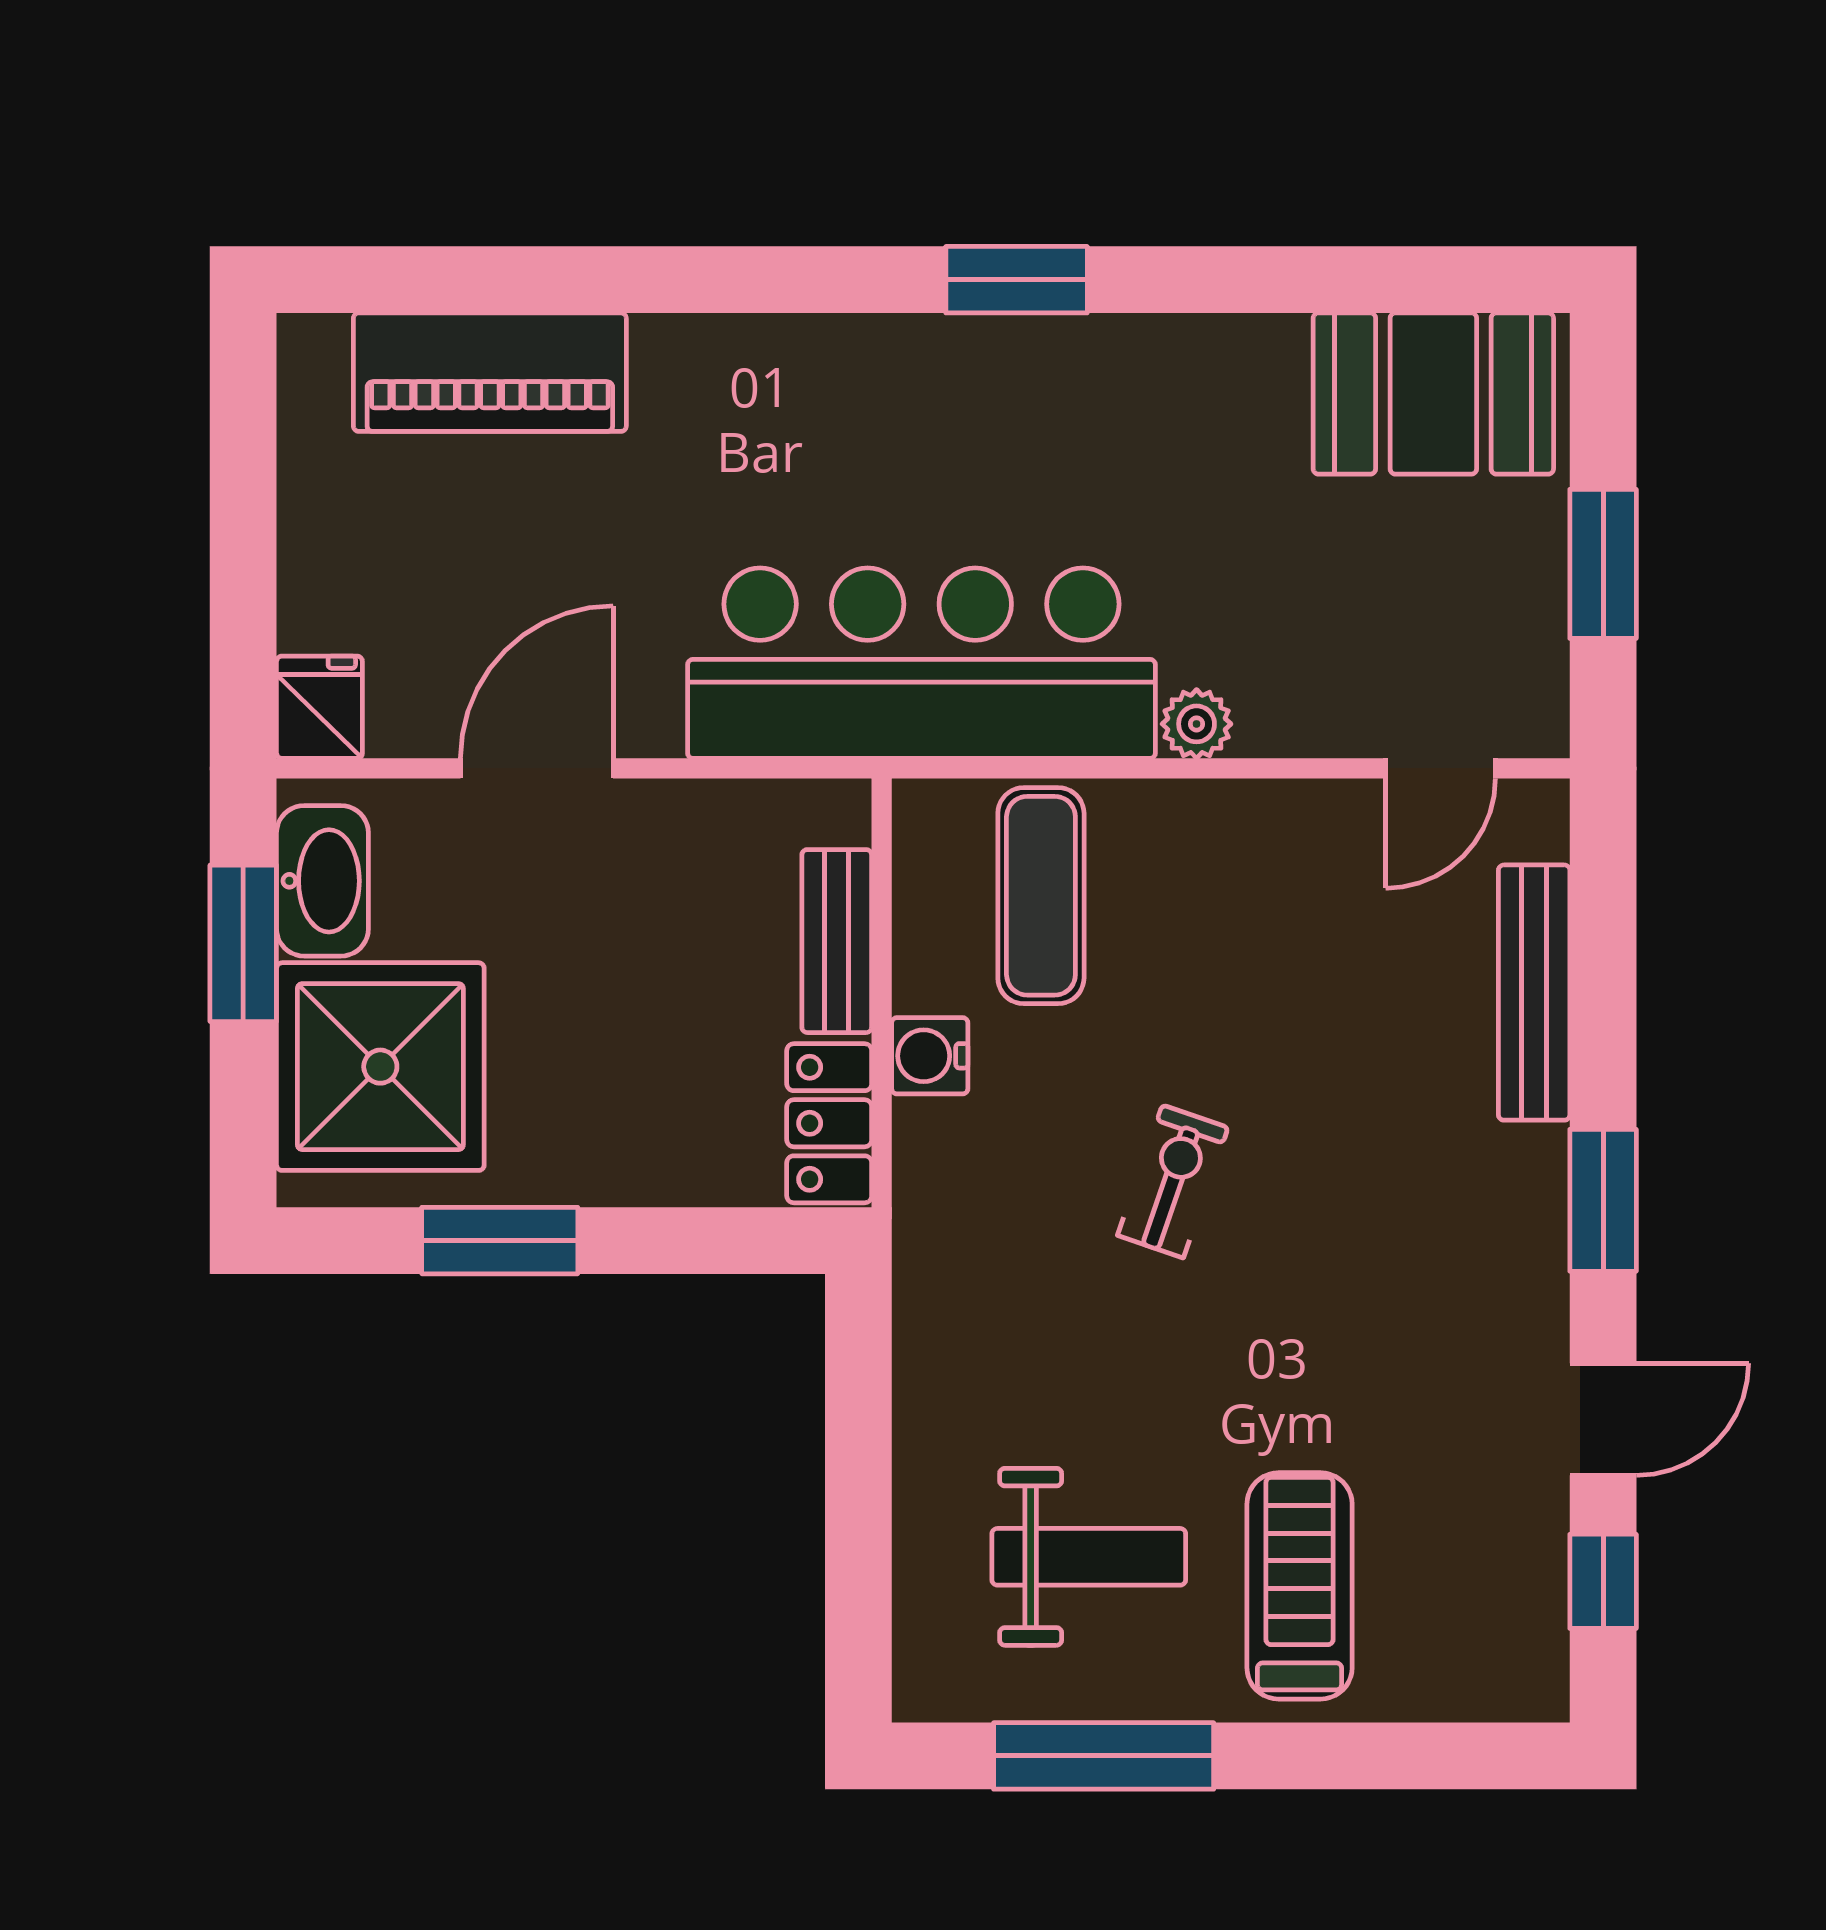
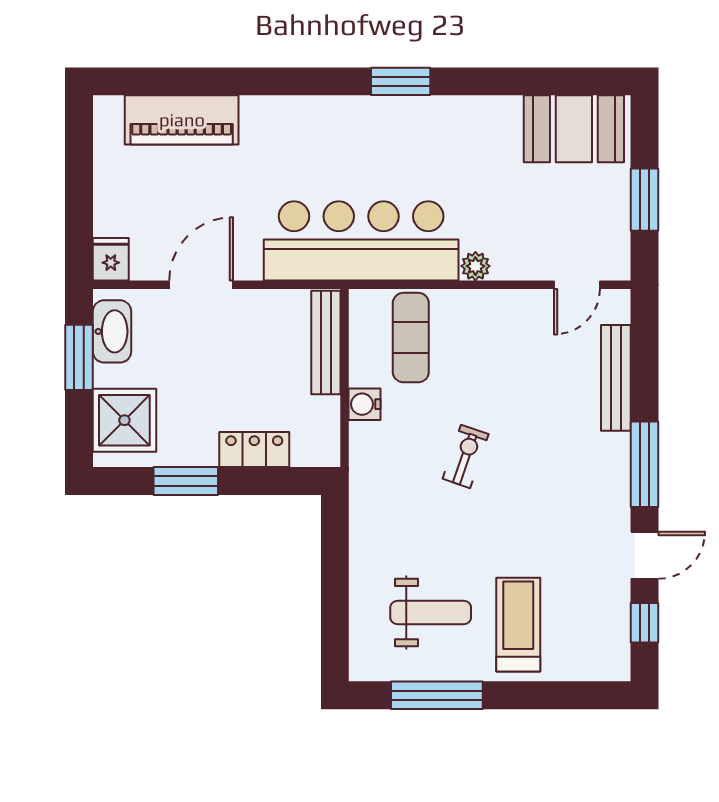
bench: (837, 941) -> (326, 343), width x1.36
shower: (380, 1067) -> (124, 420), width x0.73, depth x0.73
locker: (829, 1123) -> (254, 450), moved, turned 90
window: (1603, 1200) -> (645, 464), width x1.44

